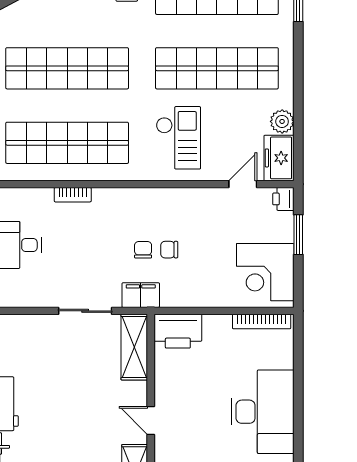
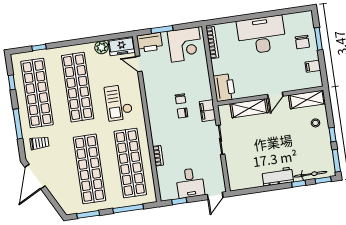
checkout: (178, 138) -> (119, 103), turned -90
printer: (283, 199) -> (150, 42), width x1.87, depth x1.48
shelving: (134, 347) -> (249, 108), moved

